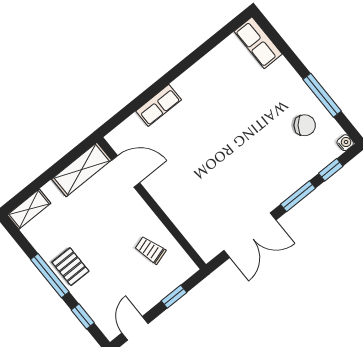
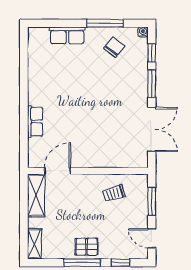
row of seats: (258, 43) -> (67, 35), moved
window: (174, 297) -> (152, 201), width x1.50

